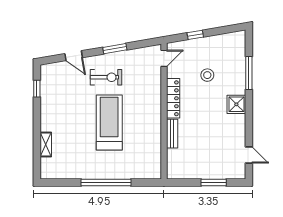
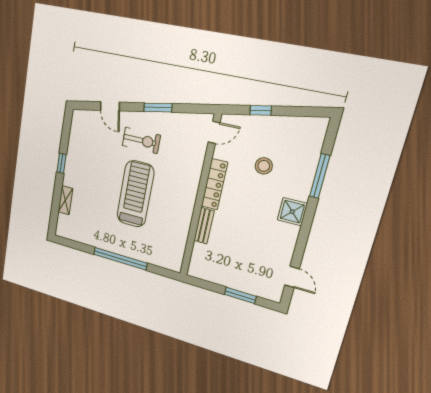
window: (37, 89) -> (62, 163), moved

